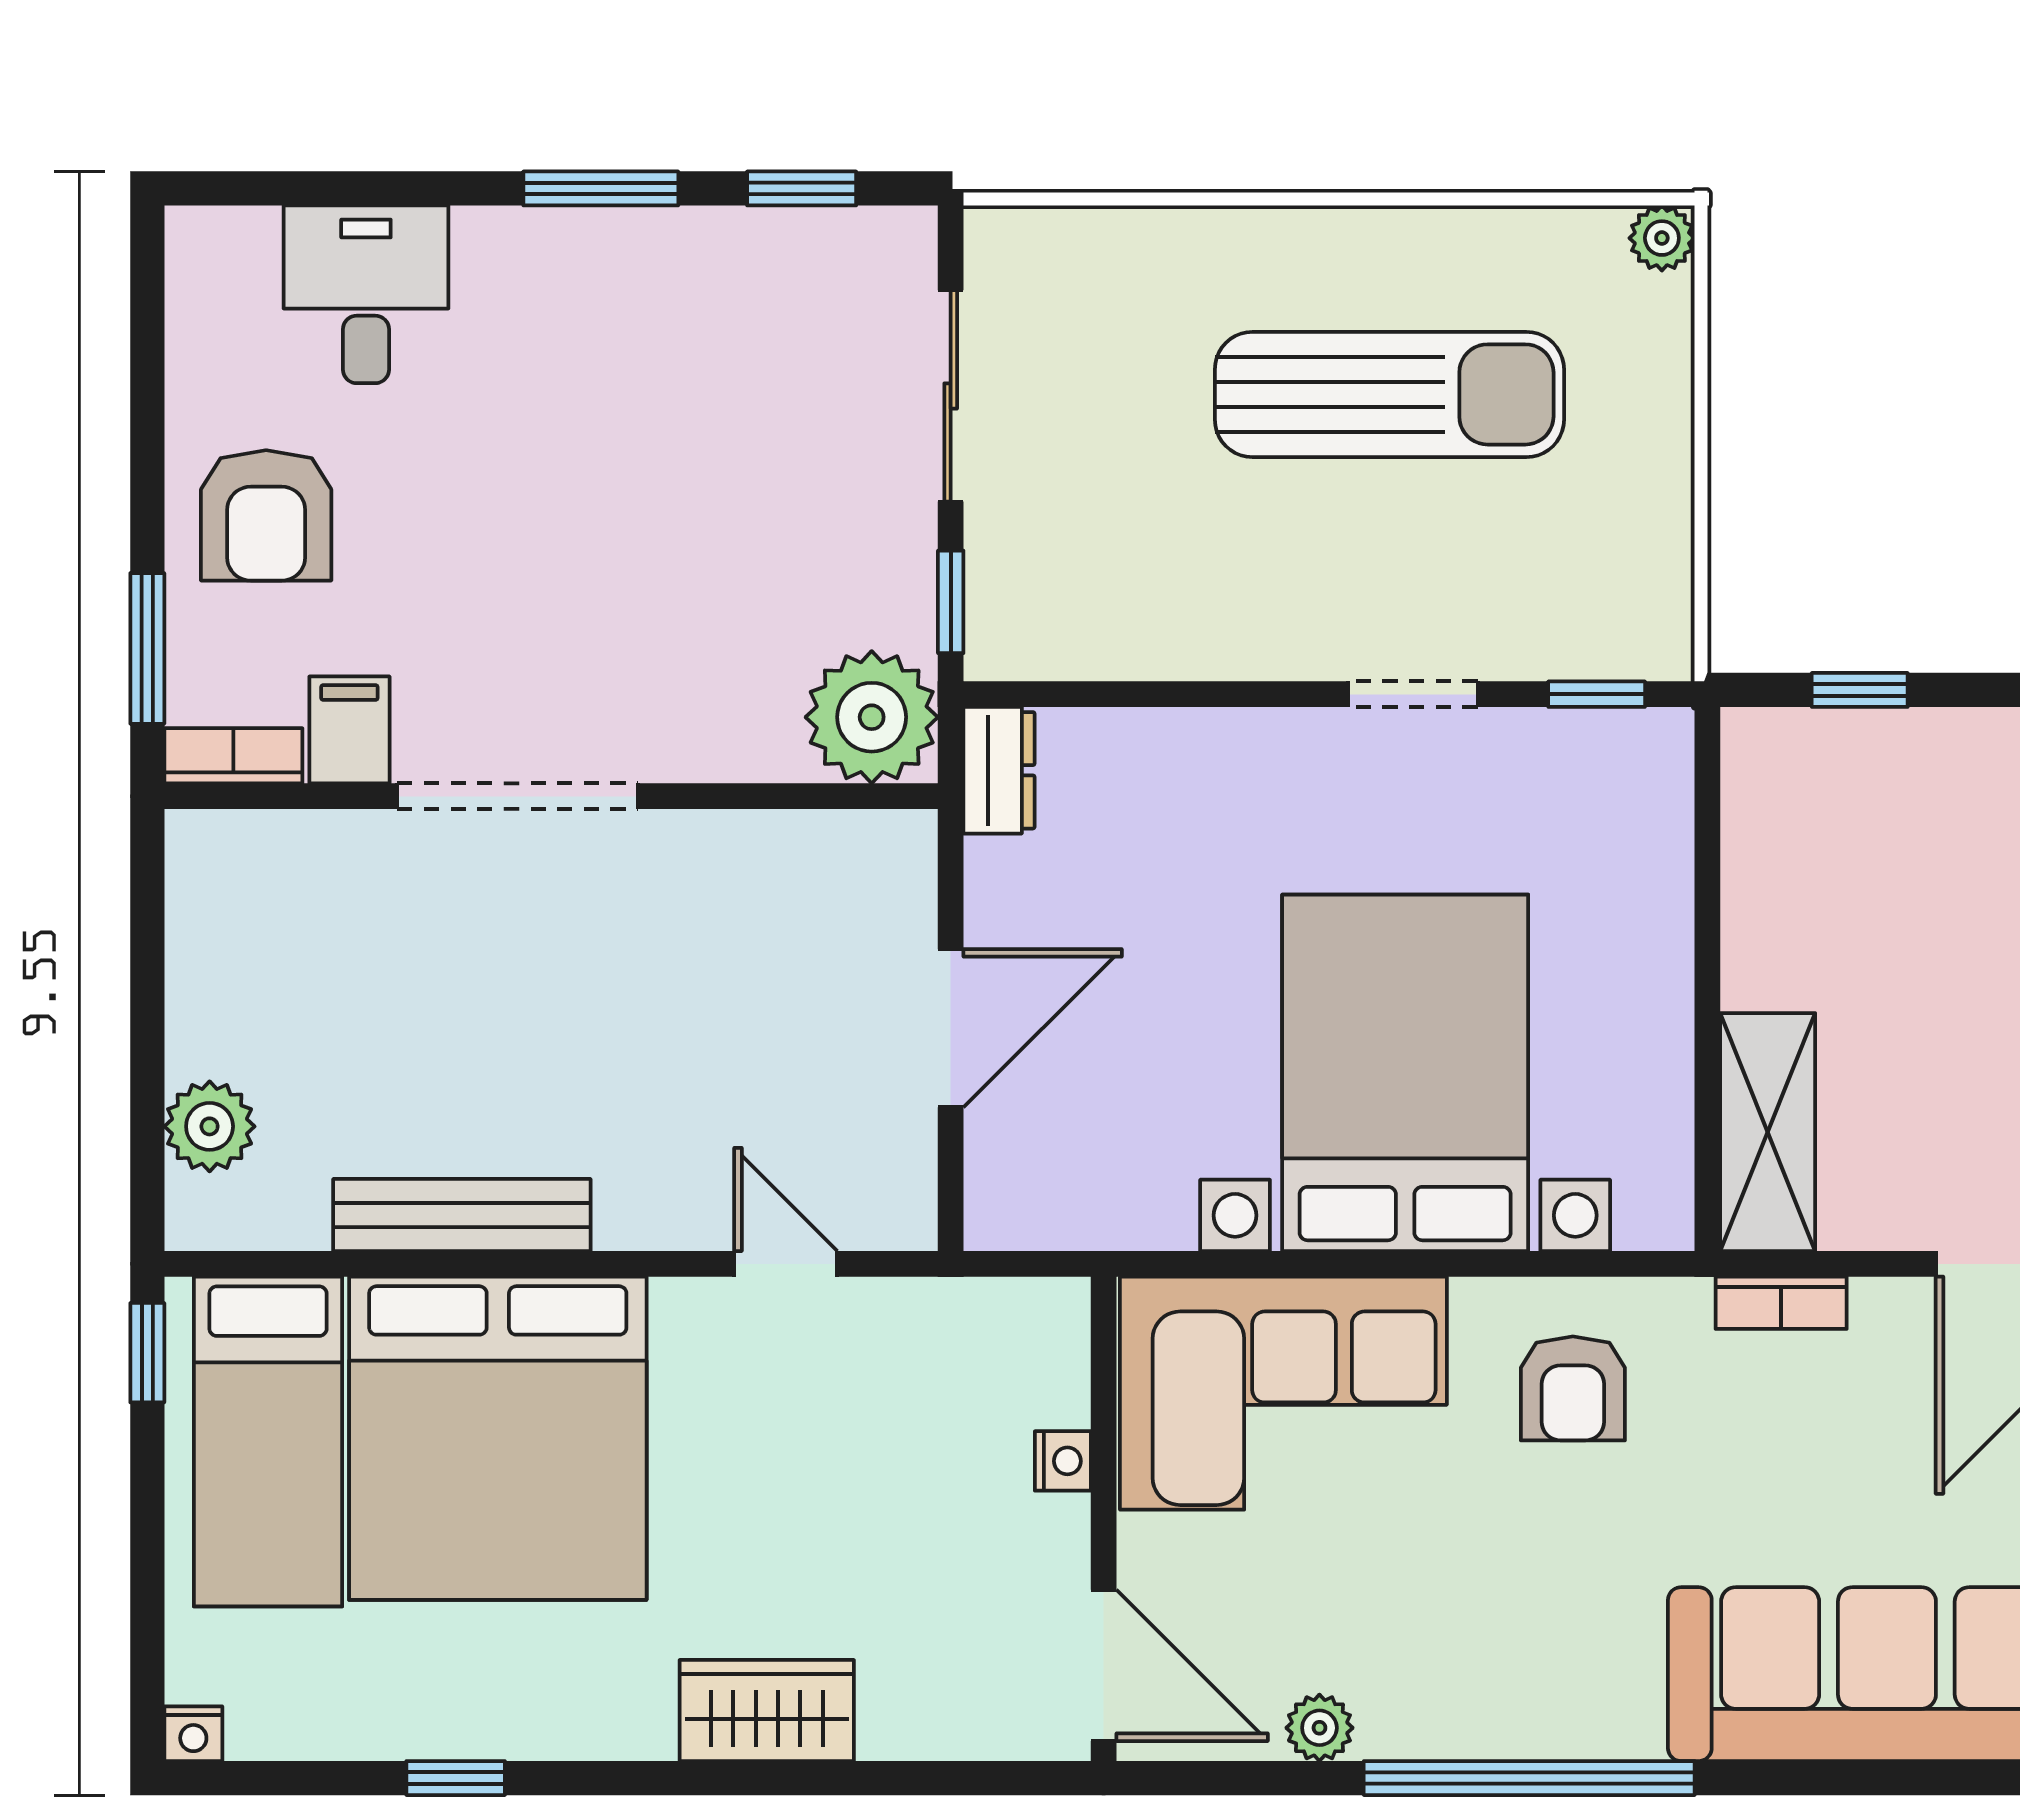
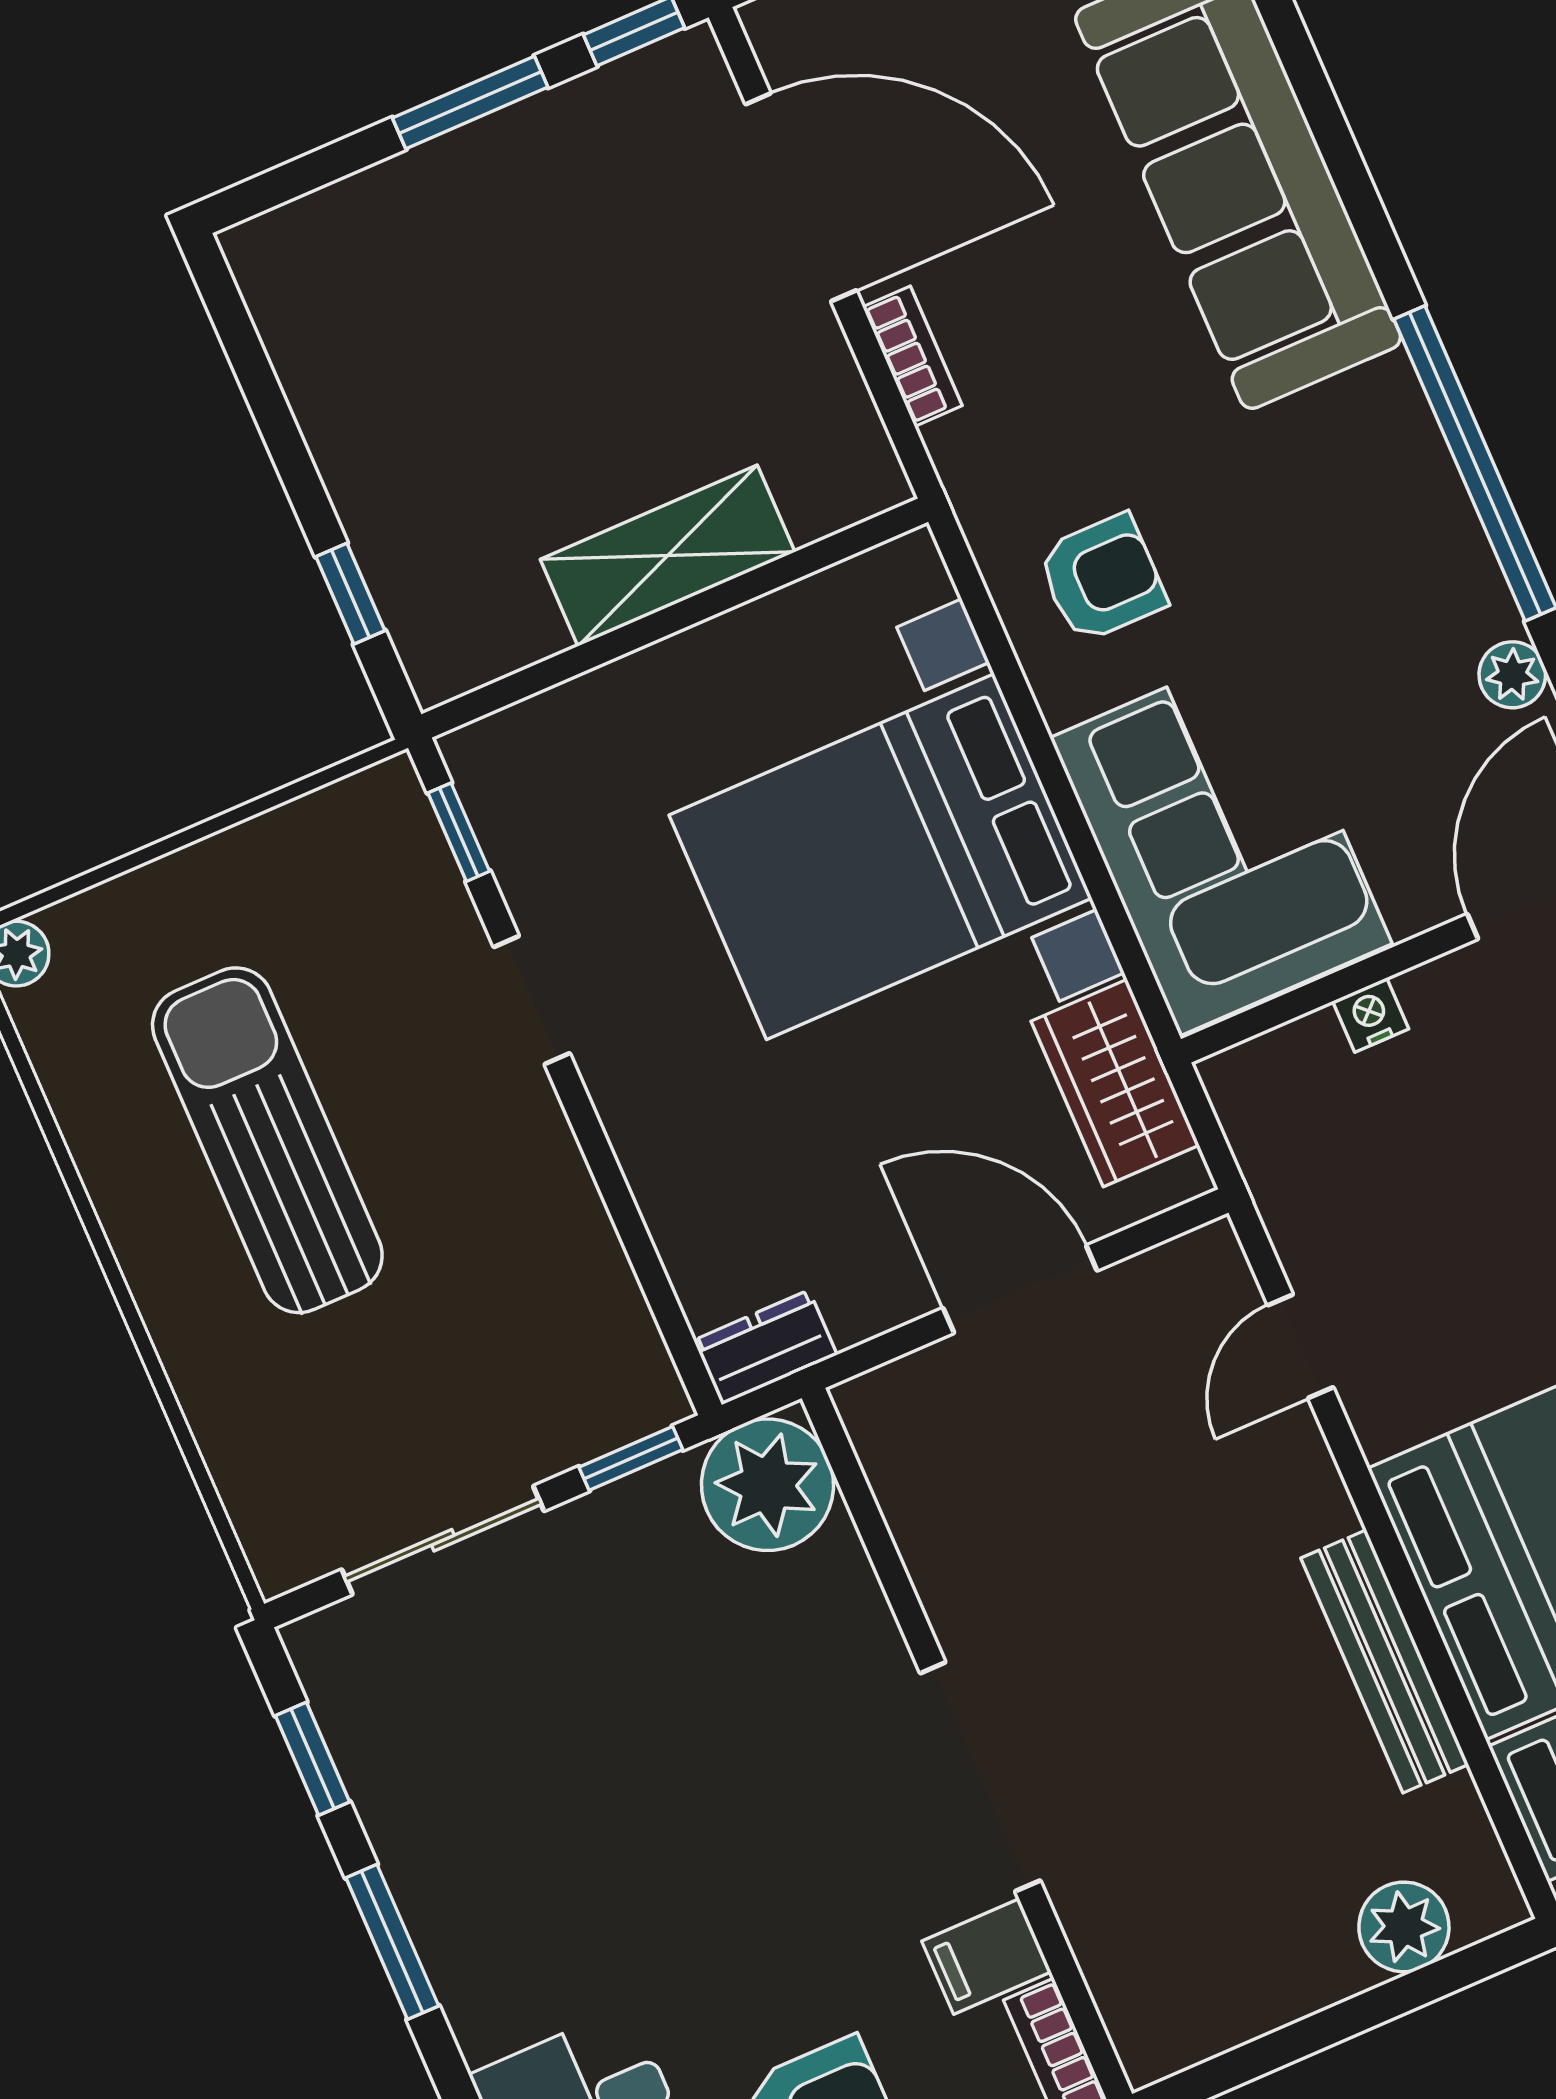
shelving: (1768, 1132) -> (668, 556), moved
wardrobe: (1103, 1198) -> (1115, 1083), added
bookcase: (1781, 1303) -> (912, 356), moved

